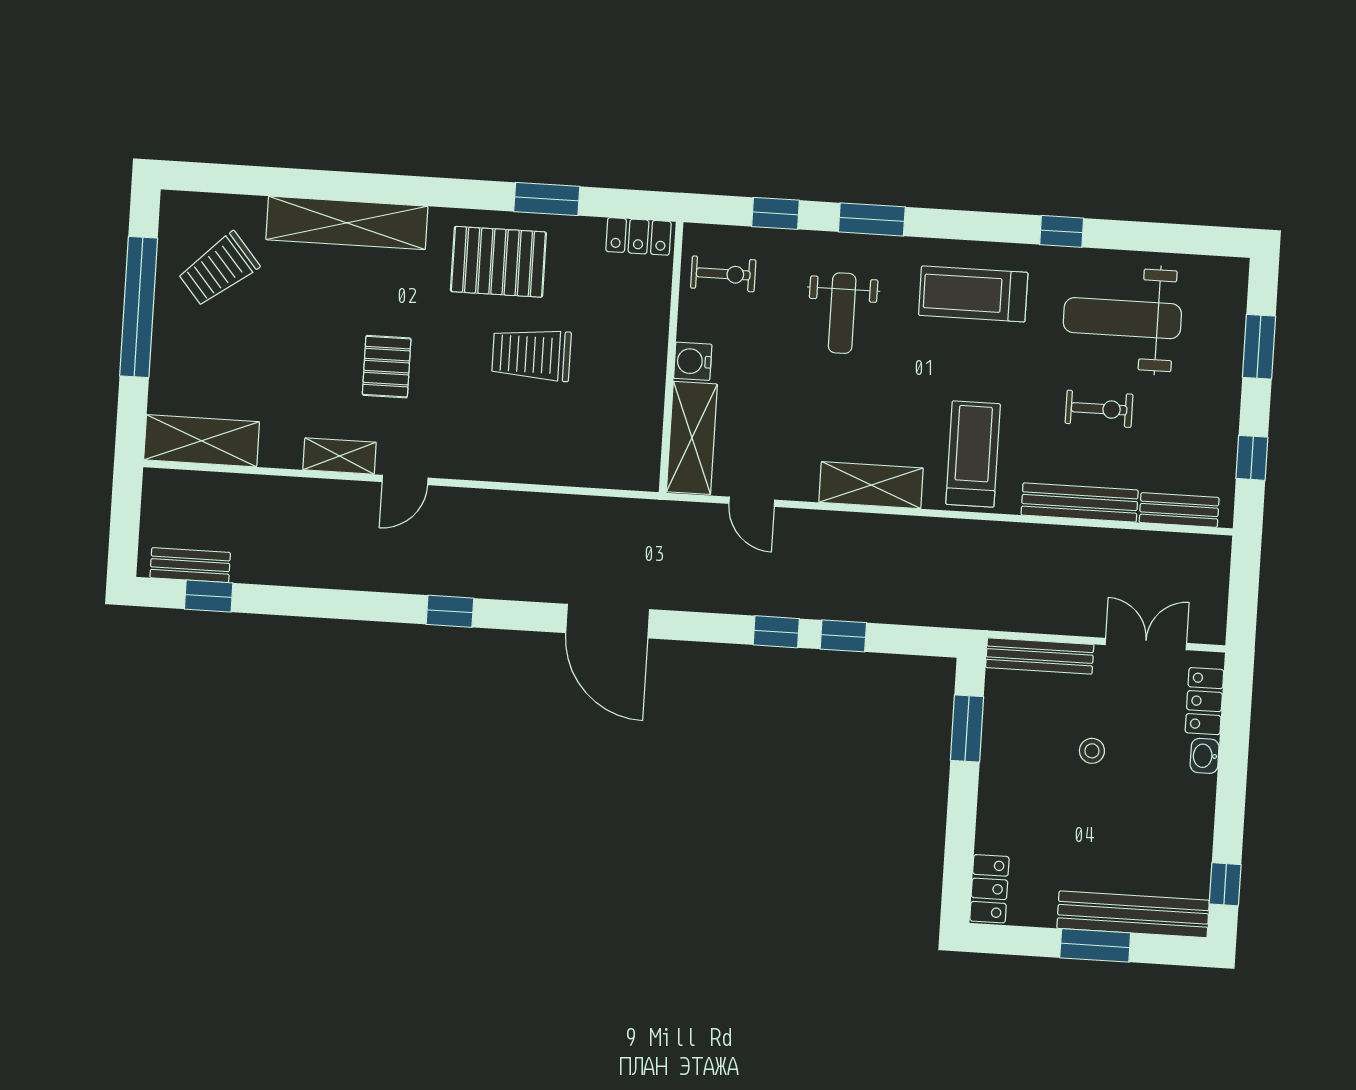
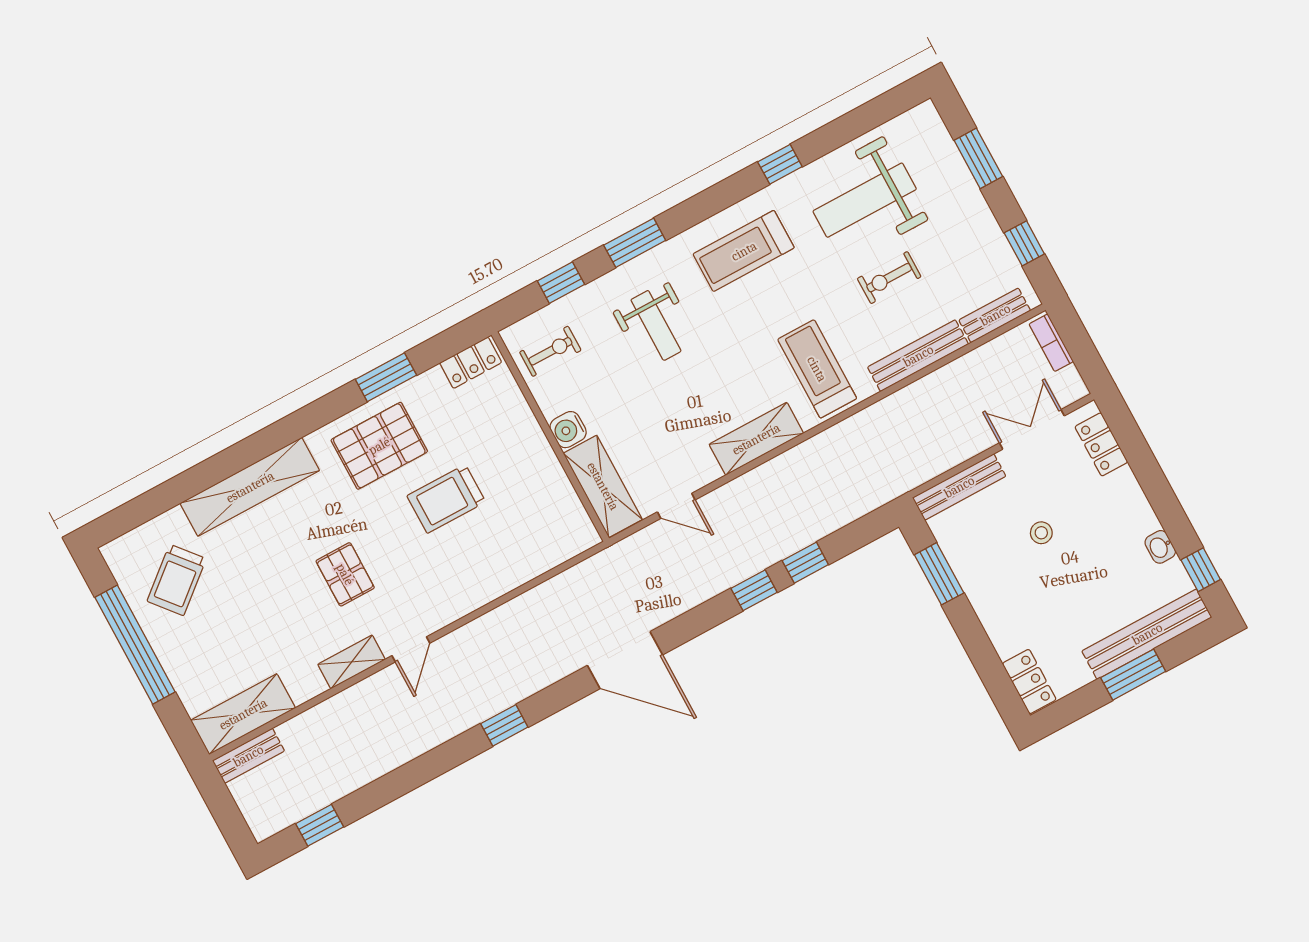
exercise bike: (1099, 409) -> (889, 278), turned 180
bench: (190, 565) -> (248, 756), moved
bookcase: (1218, 571) -> (1051, 343), added
washbasin: (1205, 756) -> (1160, 547), moved

